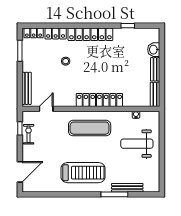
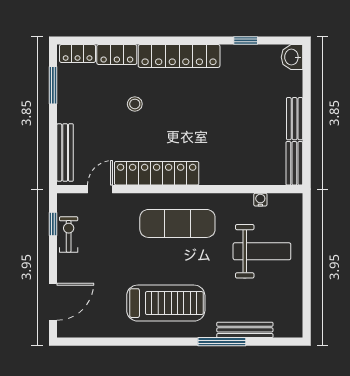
washbasin: (154, 50) -> (292, 57), moved
locker: (99, 100) -> (157, 173), moved
weight bench: (137, 144) -> (262, 251), turned 180

